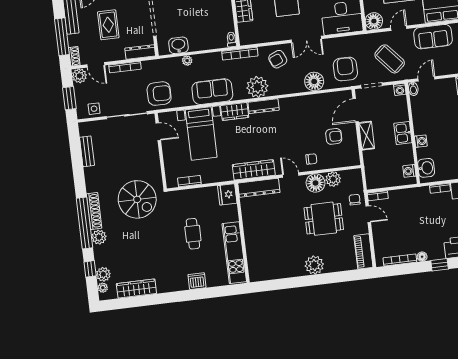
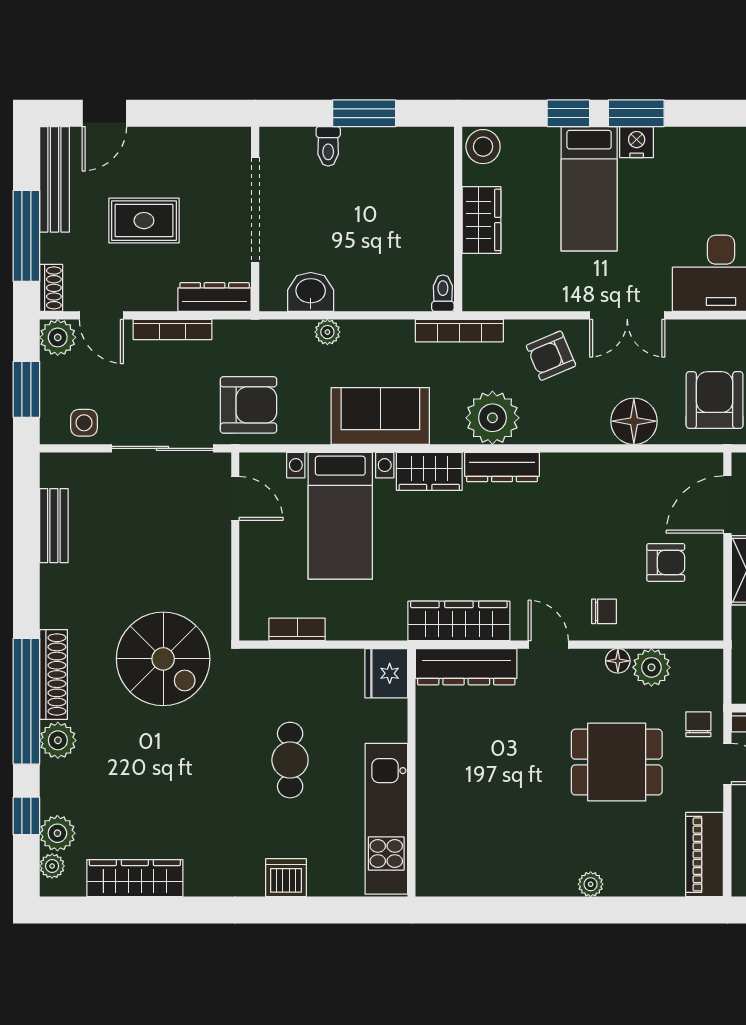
rug: (108, 25) -> (144, 221), turned 90
floor lamp: (315, 183) -> (618, 661), width x0.53, depth x0.53
plant: (314, 265) -> (591, 884), width x0.53, depth x0.53

